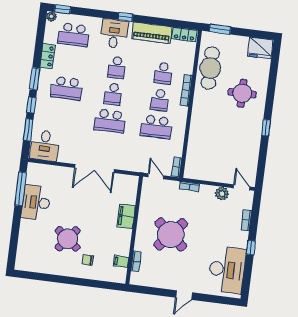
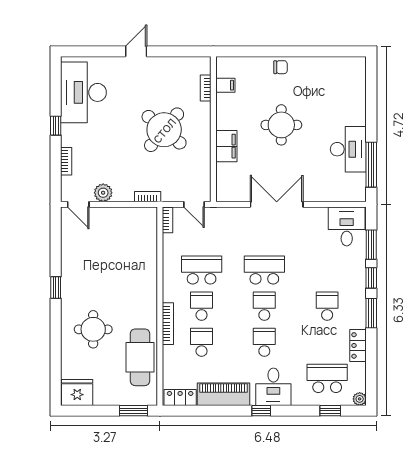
window: (63, 9) -> (330, 411), moved
school desk: (67, 88) -> (327, 306), width x0.54
round table: (68, 239) -> (281, 125), moved, turned -38
chair: (88, 260) -> (280, 67), moved

